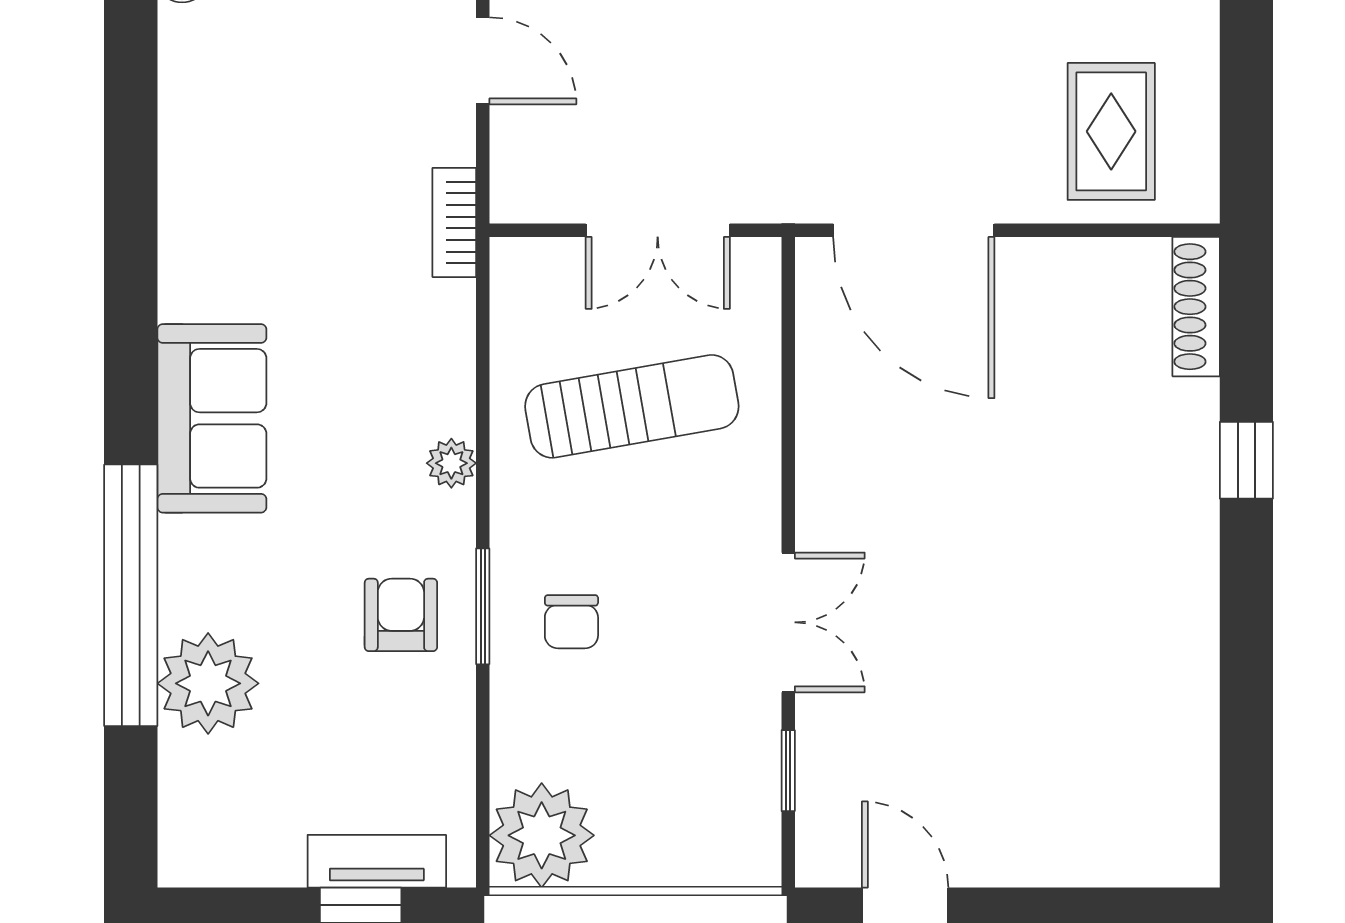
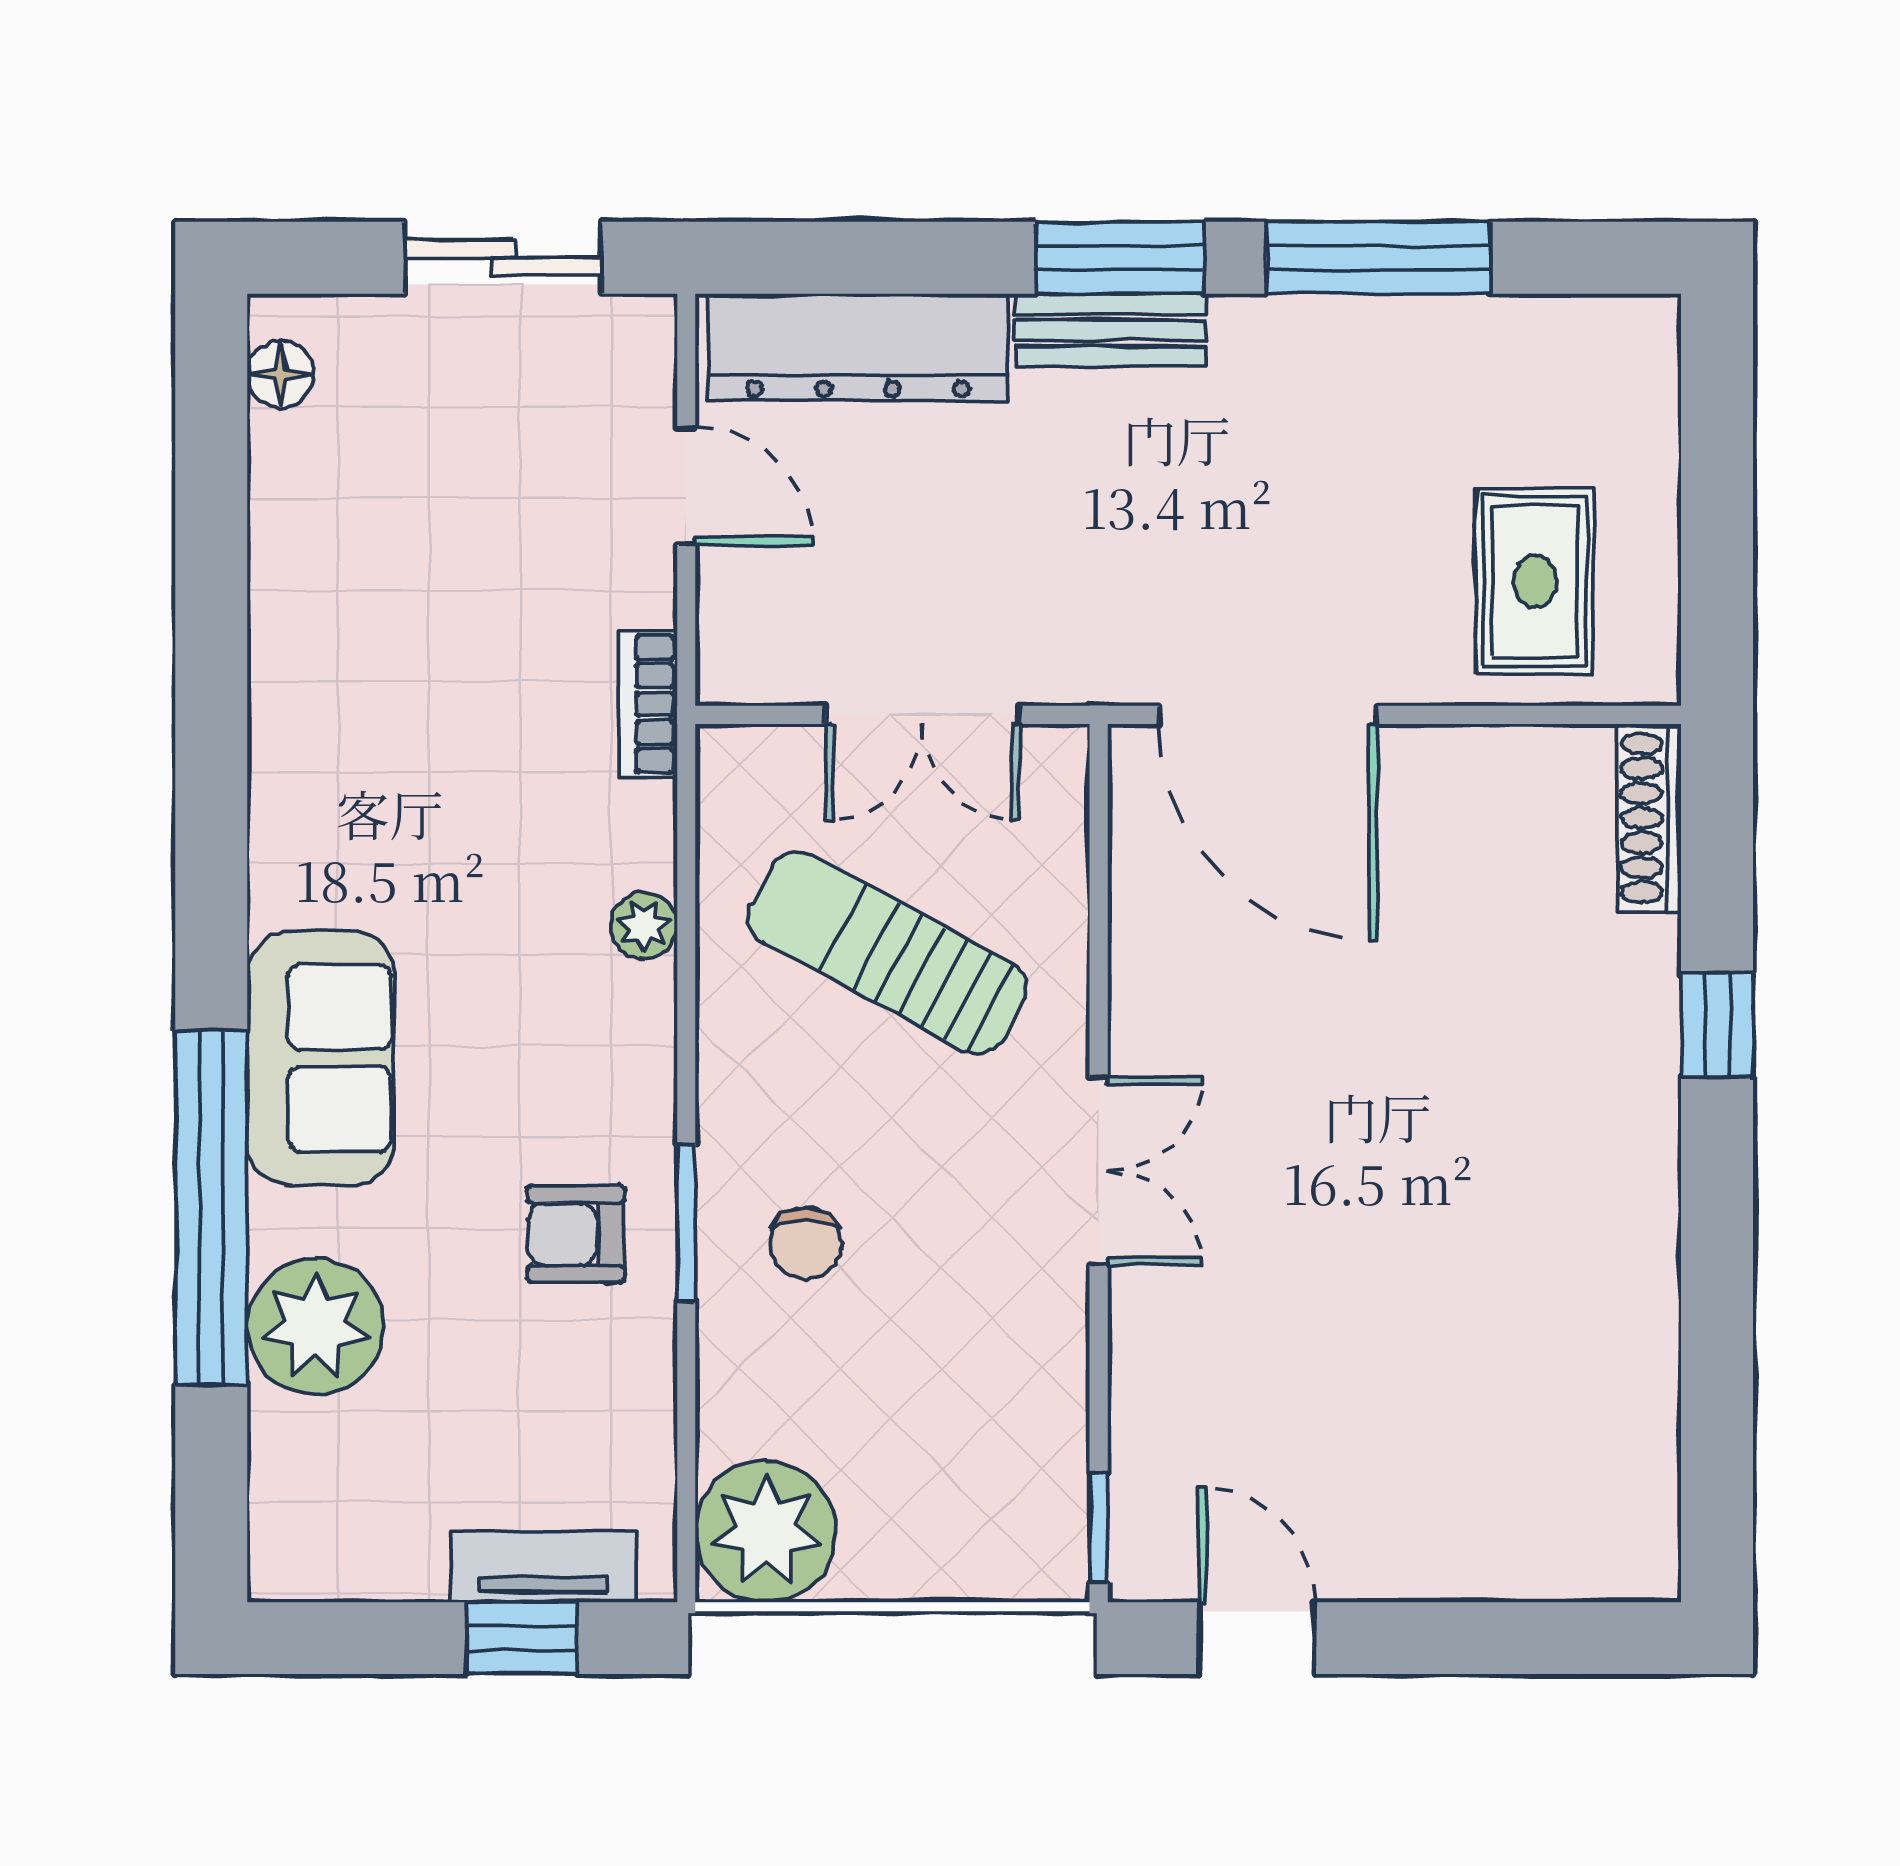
sun lounger: (632, 406) -> (888, 953), turned -142
sofa: (212, 418) -> (321, 1058), moved
plant: (451, 463) -> (644, 926), moved
armchair: (401, 615) -> (576, 1234), turned -90
double door: (788, 622) -> (1099, 1171), moved
window: (788, 771) -> (1099, 1528), moved

